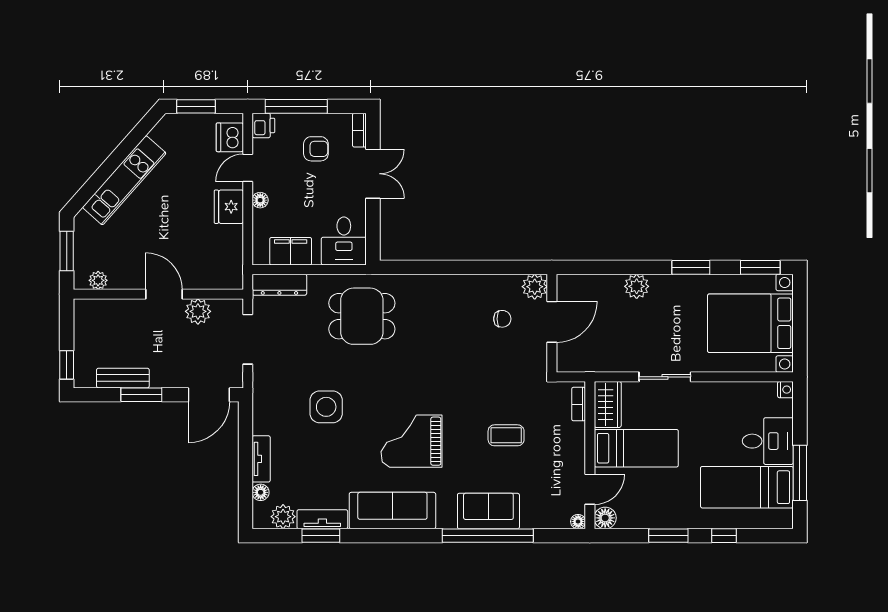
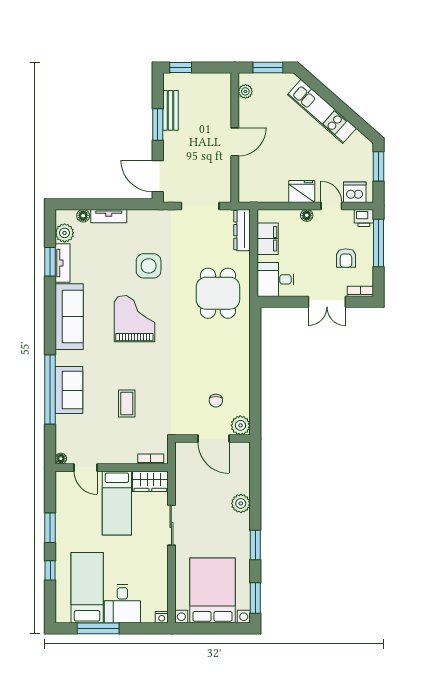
plant: (198, 311) -> (222, 168), removed
grand piano: (412, 441) -> (134, 319), moved
floor lamp: (605, 518) -> (64, 479), removed

